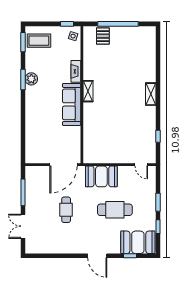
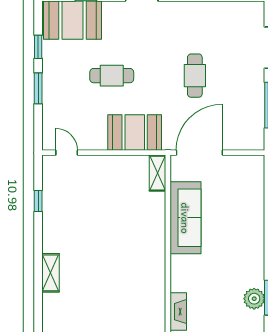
shelving: (88, 91) -> (158, 173), moved
sofa: (72, 104) -> (185, 218), moved
cafe table: (115, 210) -> (112, 76), width x0.73, depth x0.74

